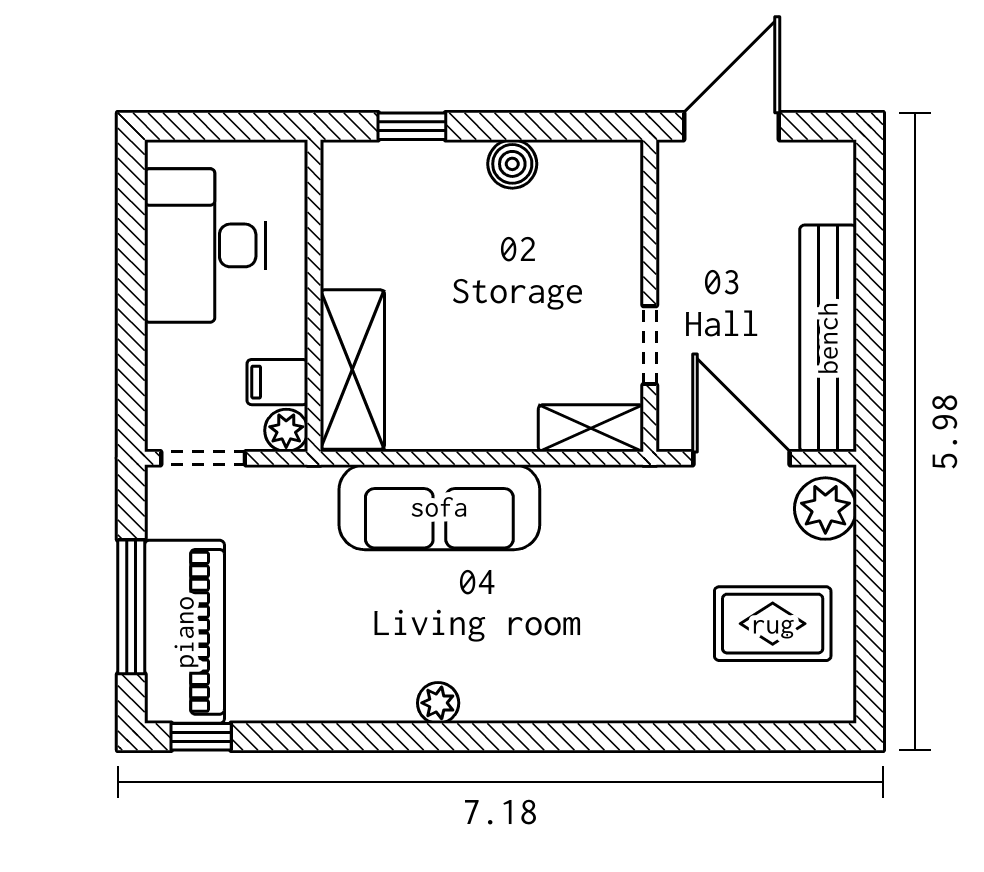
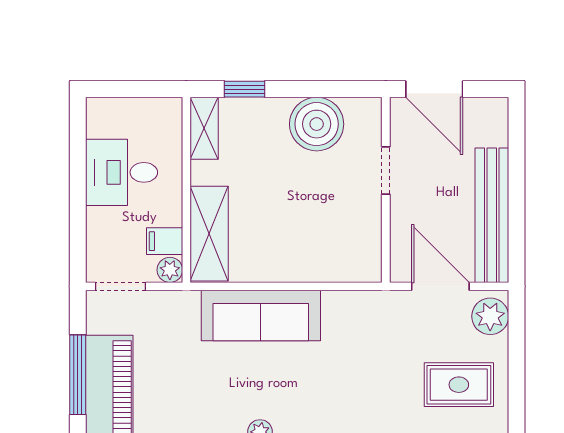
door: (731, 126) -> (434, 89), swing flipped
boiler: (512, 164) -> (317, 124), width x1.86, depth x1.86
desk: (205, 245) -> (122, 172), width x0.73
doorway: (650, 345) -> (386, 171), moved
shelving: (591, 428) -> (204, 128), moved, turned 90

